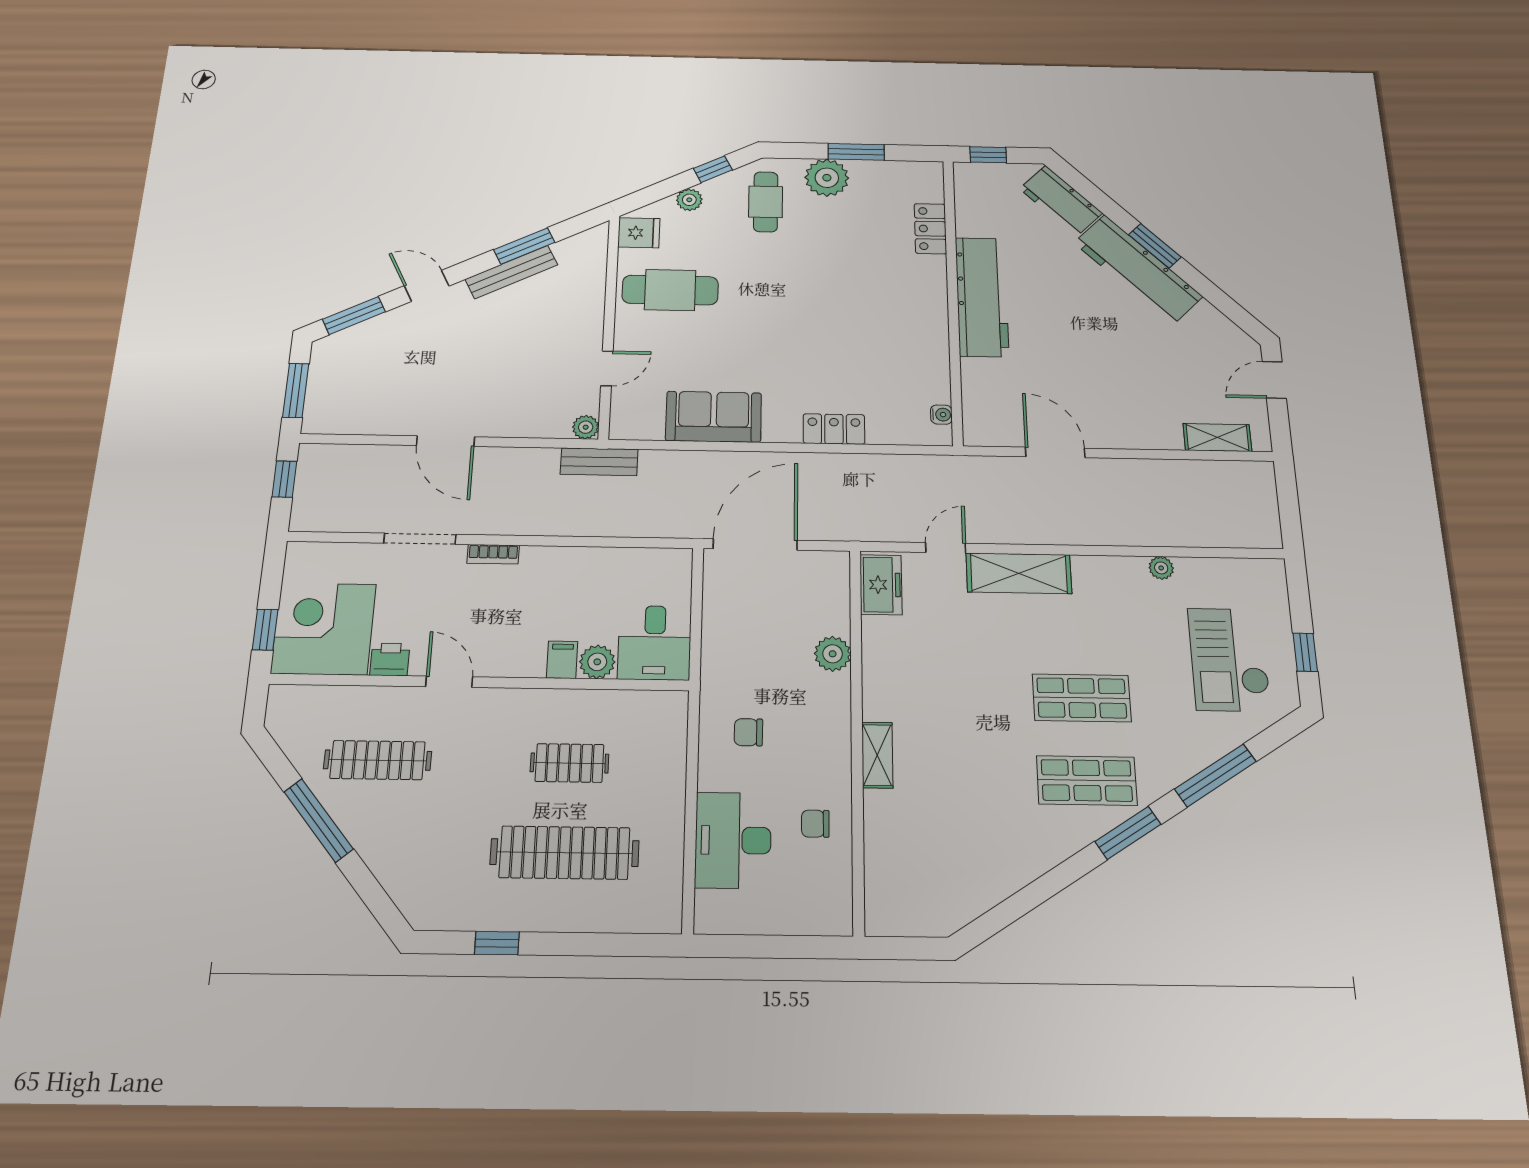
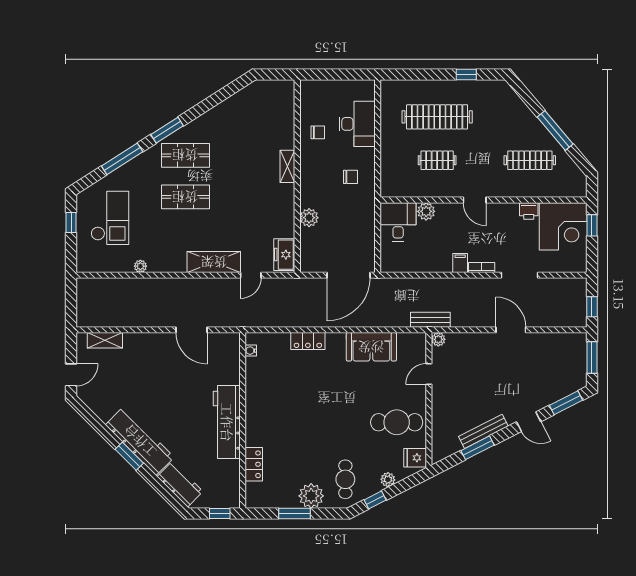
filing cabinet: (562, 660) -> (460, 263), moved, turned 180
door: (449, 682) -> (475, 200), moved

